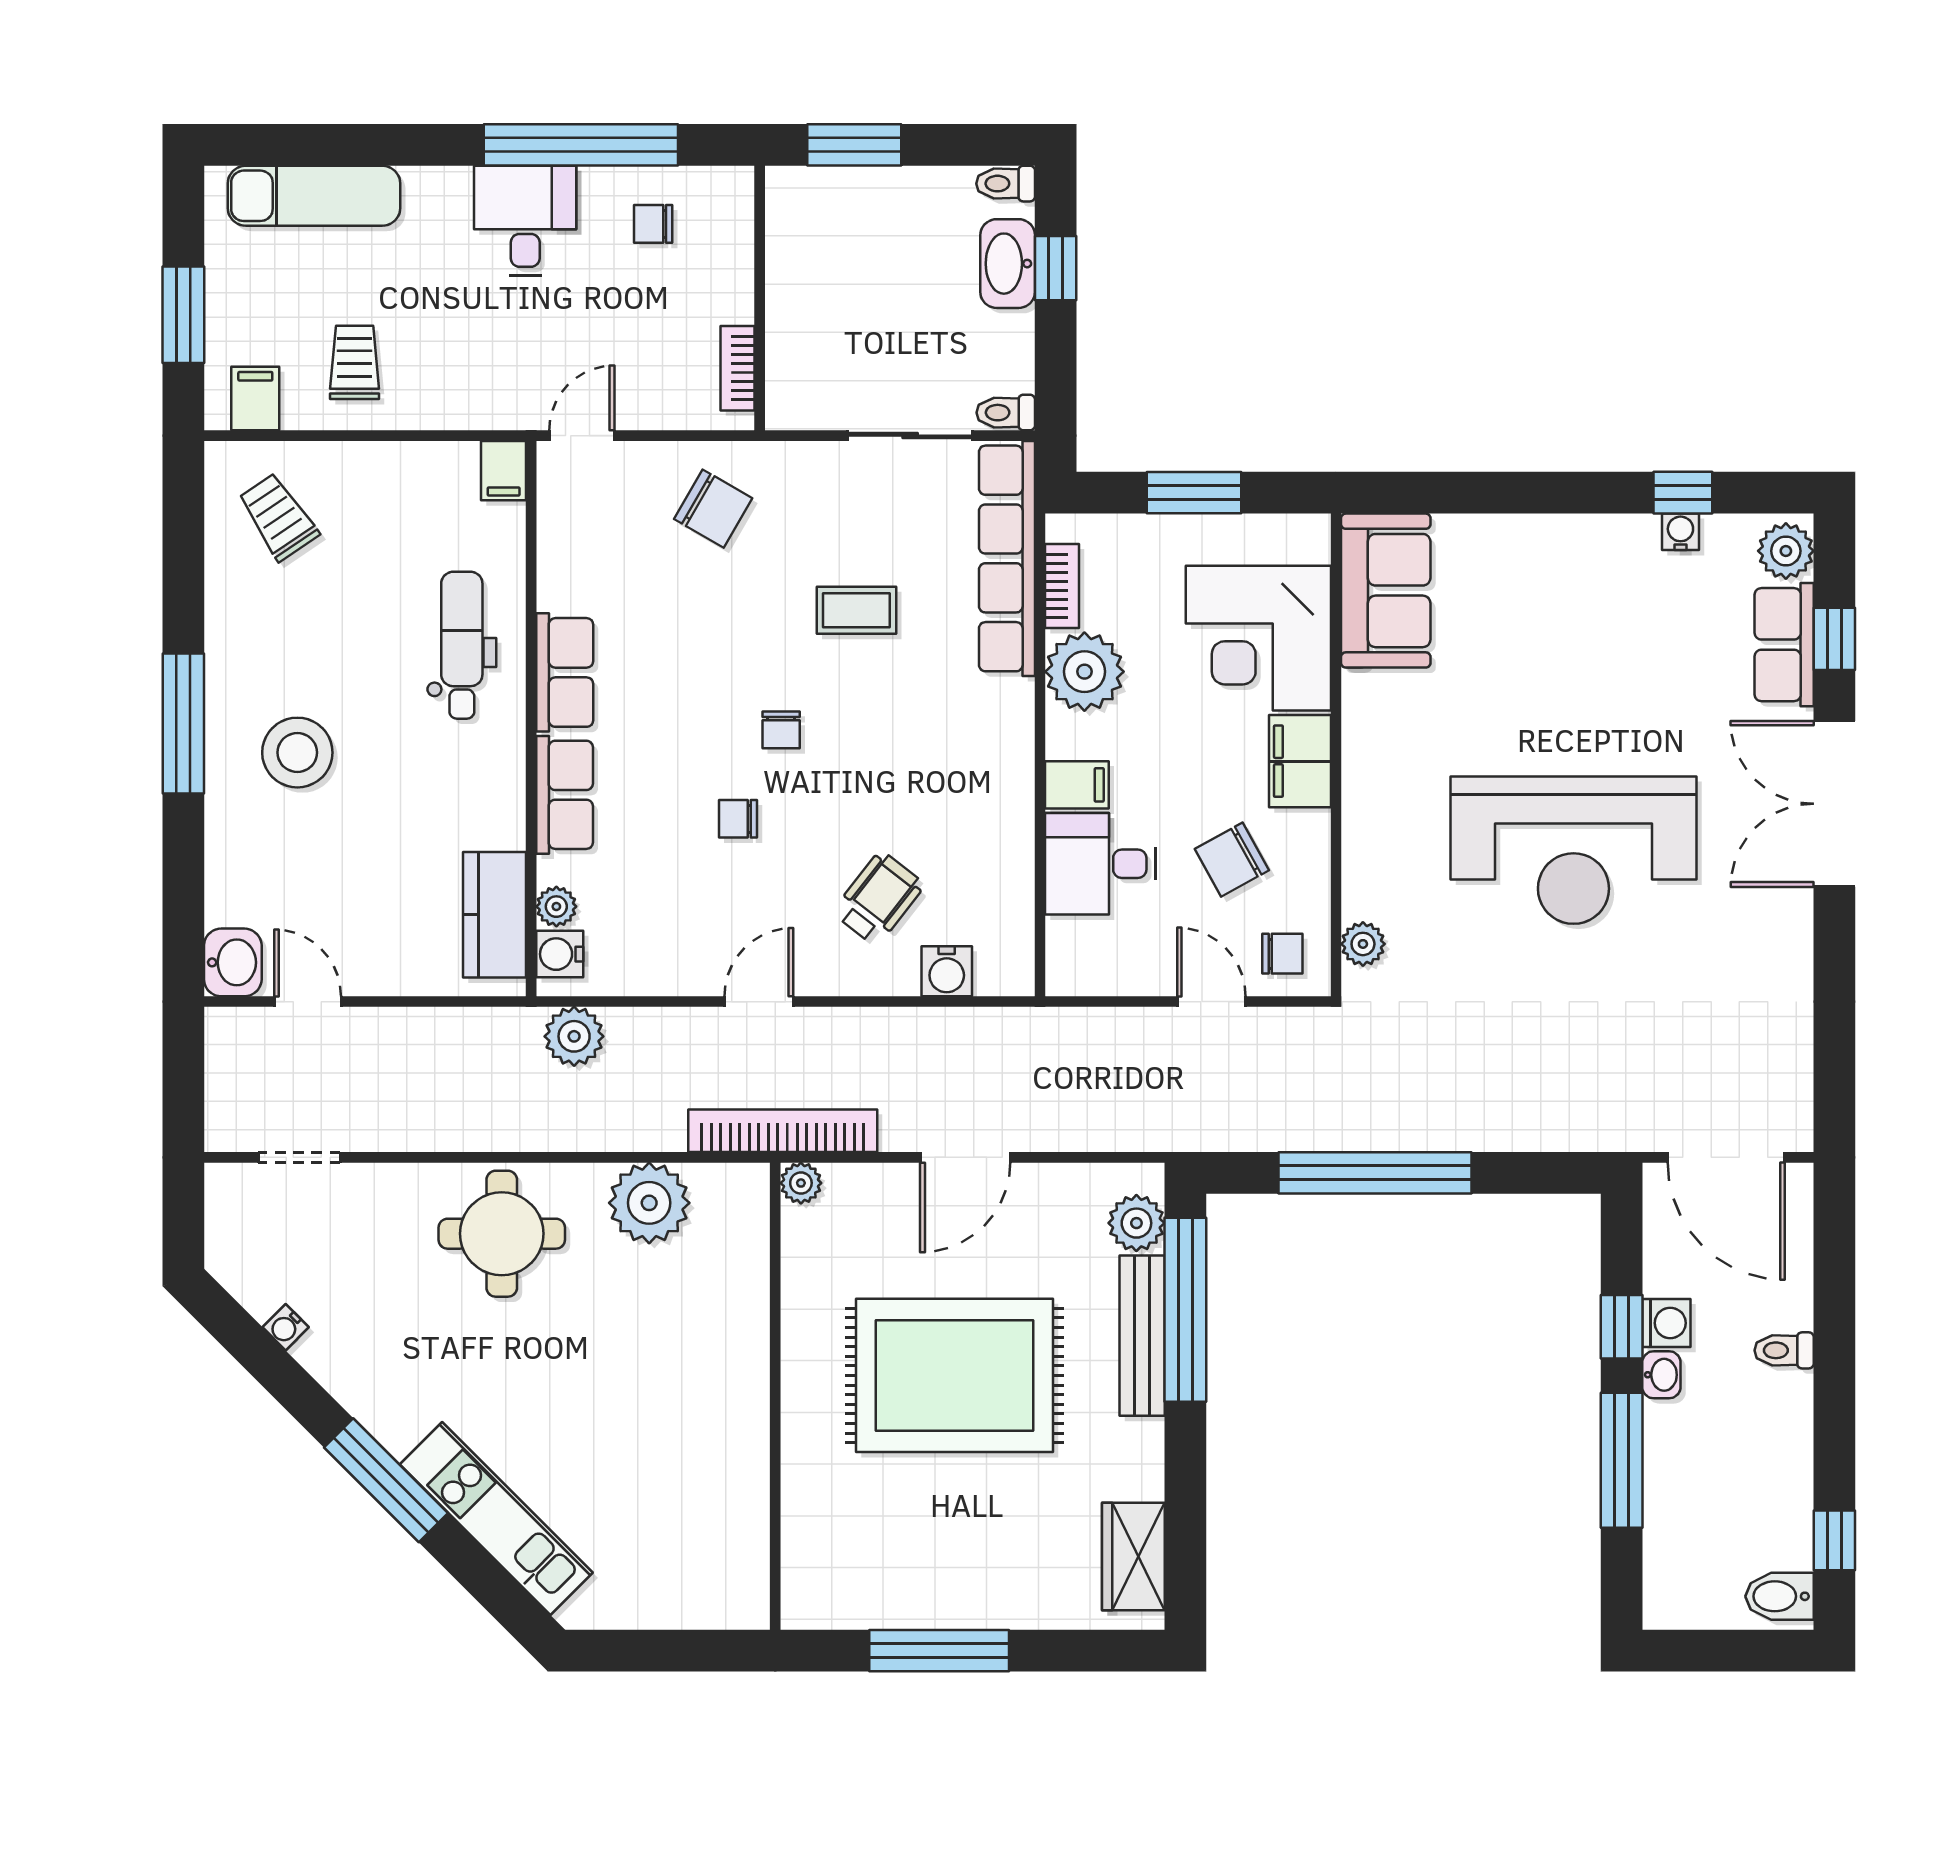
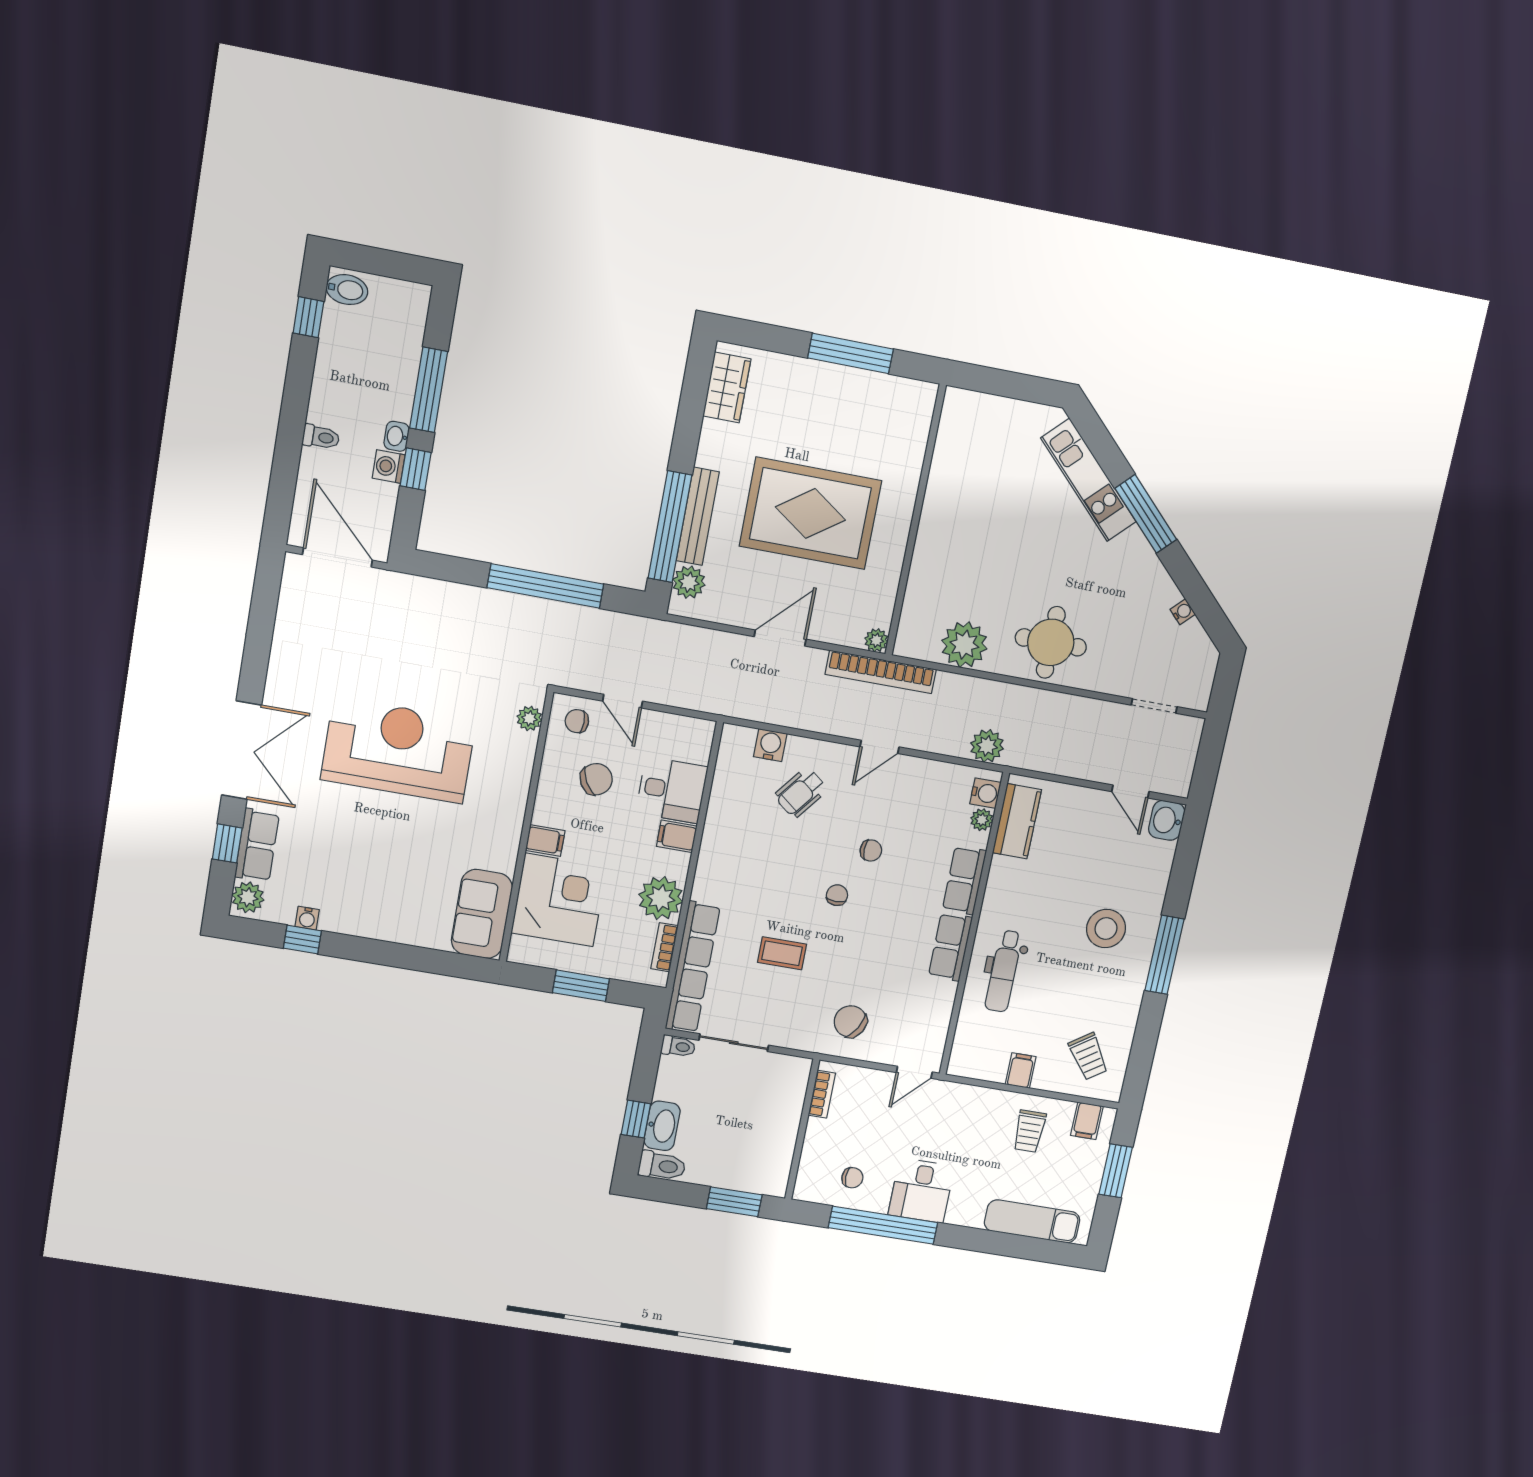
toilet: (1006, 184) -> (662, 1166), width x1.37, depth x1.39
filing cabinet: (504, 471) -> (1021, 1071), moved
filing cabinet: (1300, 761) -> (545, 841), width x0.50

